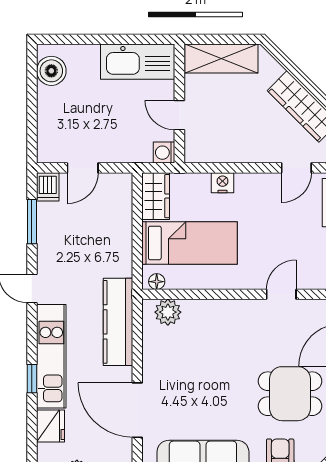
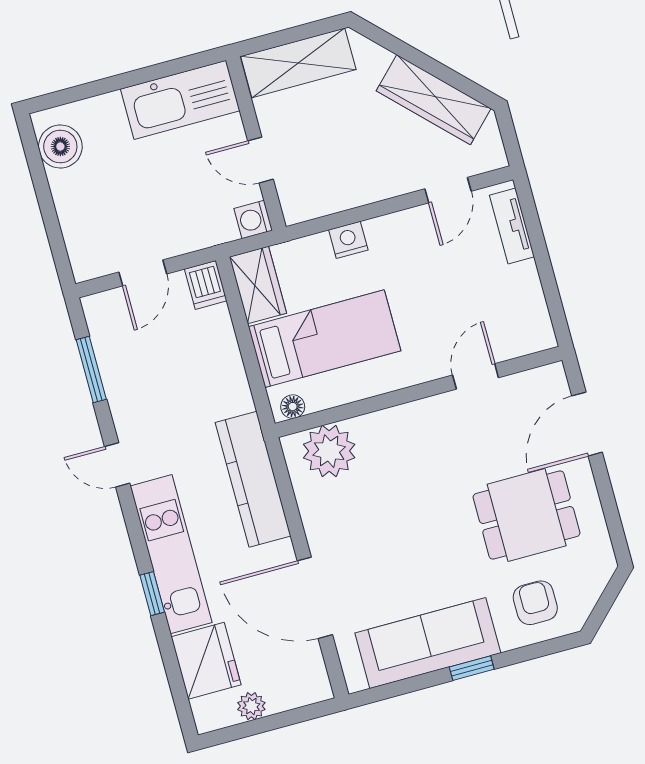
dishwasher: (48, 187) -> (206, 285), moved
plant: (168, 312) -> (329, 451), width x1.36, depth x1.36
fridge: (51, 426) -> (206, 661), width x1.36, depth x1.34

